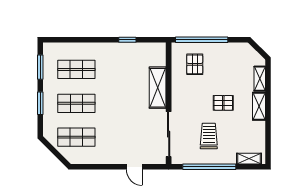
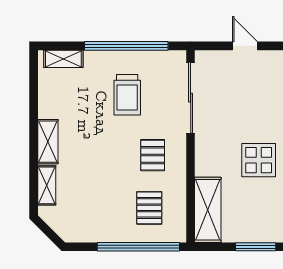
window: (127, 40) -> (256, 247), width x1.50
shelving: (158, 88) -> (208, 210), moved
display table: (125, 95) -> (259, 160), added
pallet: (223, 103) -> (153, 155), moved, turned 90

